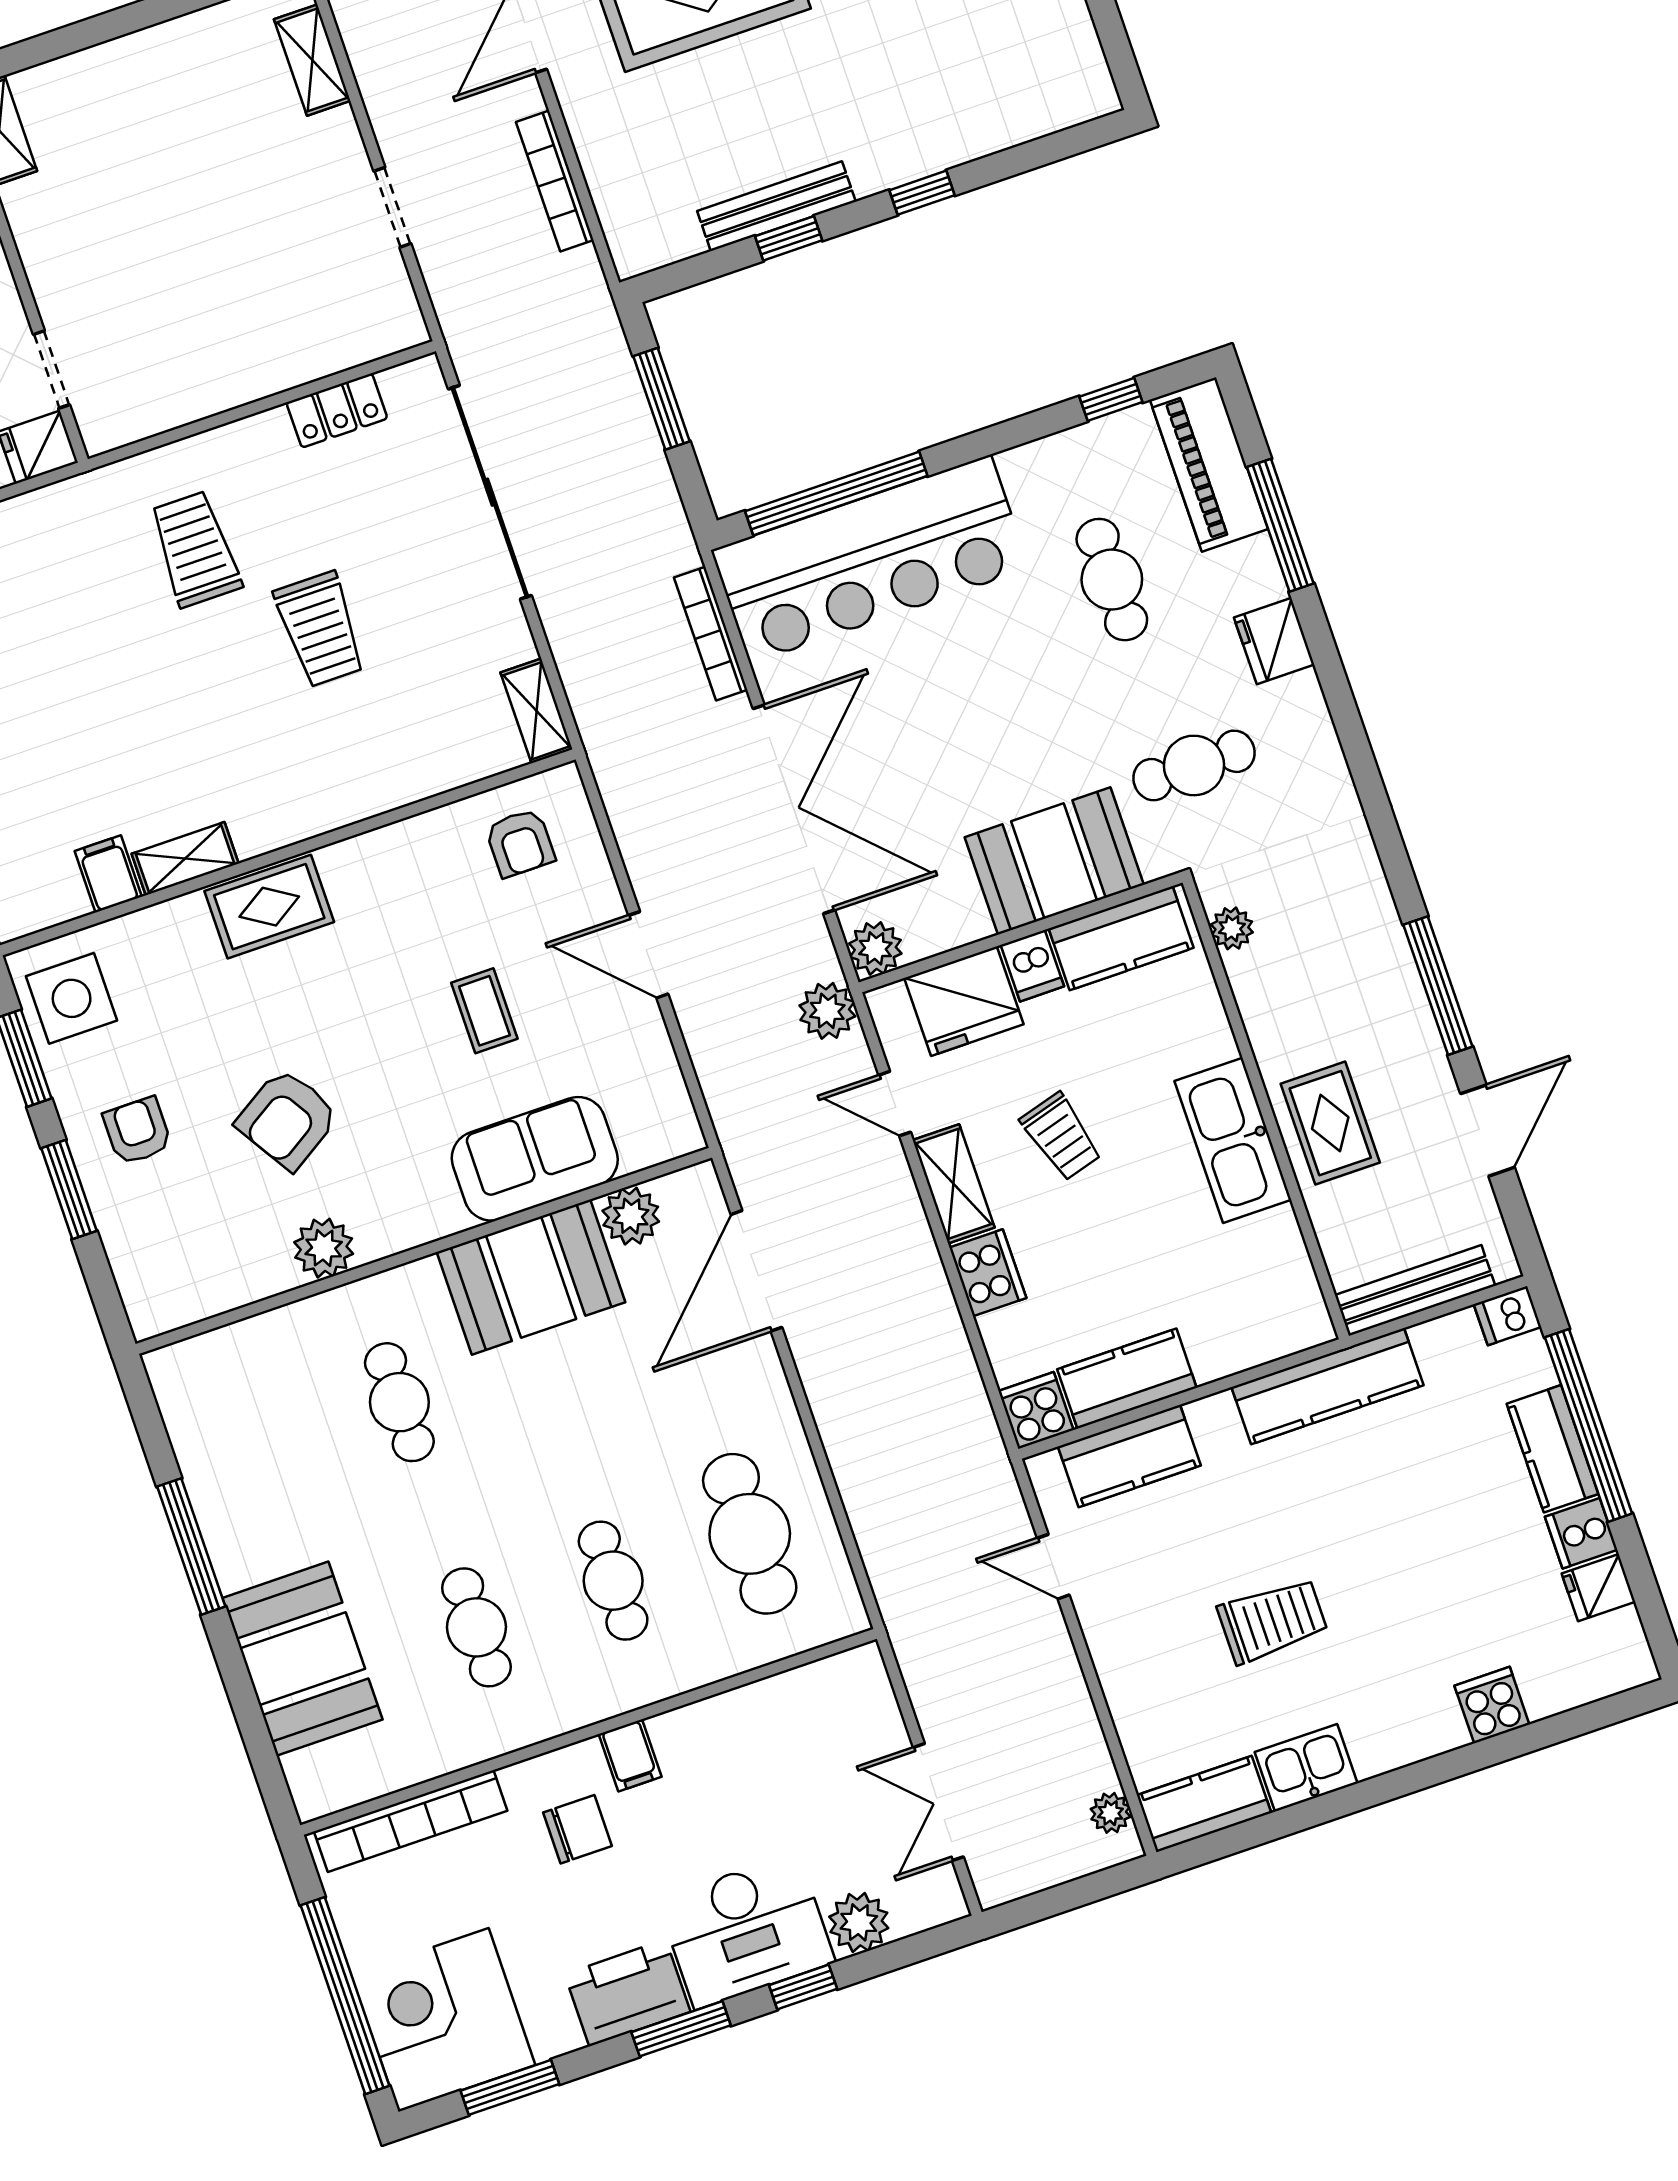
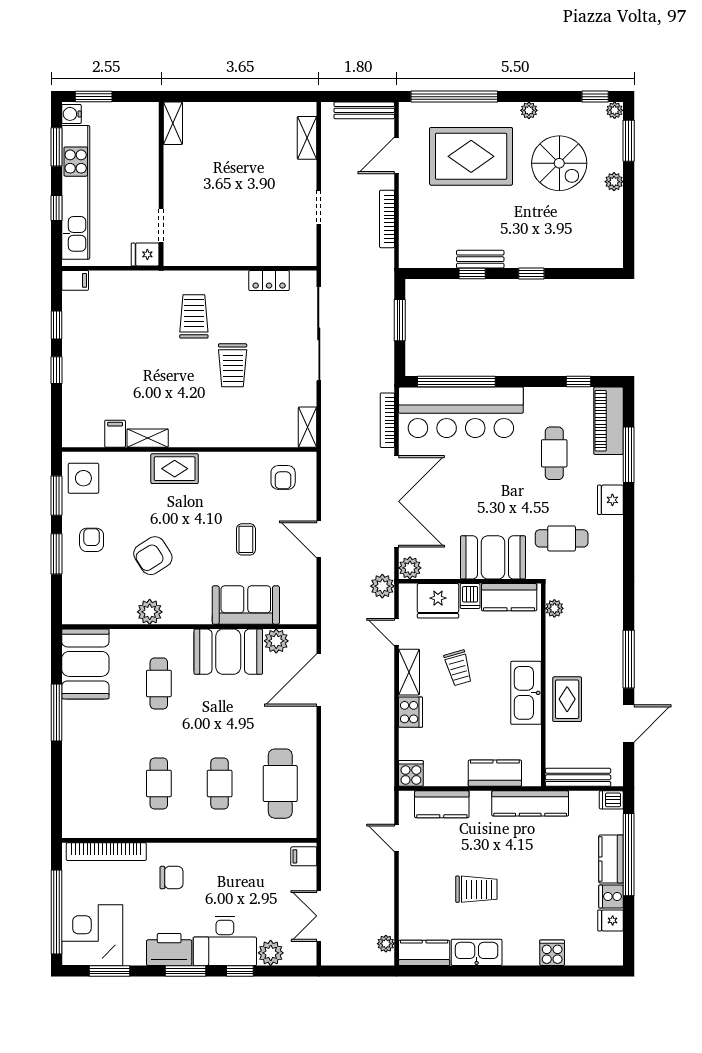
bench: (776, 206) -> (480, 259), width x0.73
kitchen counter: (1127, 1379) -> (495, 773), moved
booth: (302, 1659) -> (85, 664), moved
filing cabinet: (630, 1755) -> (304, 856), moved, turned 90
kitchen sink: (1306, 1768) -> (477, 952), width x1.38

